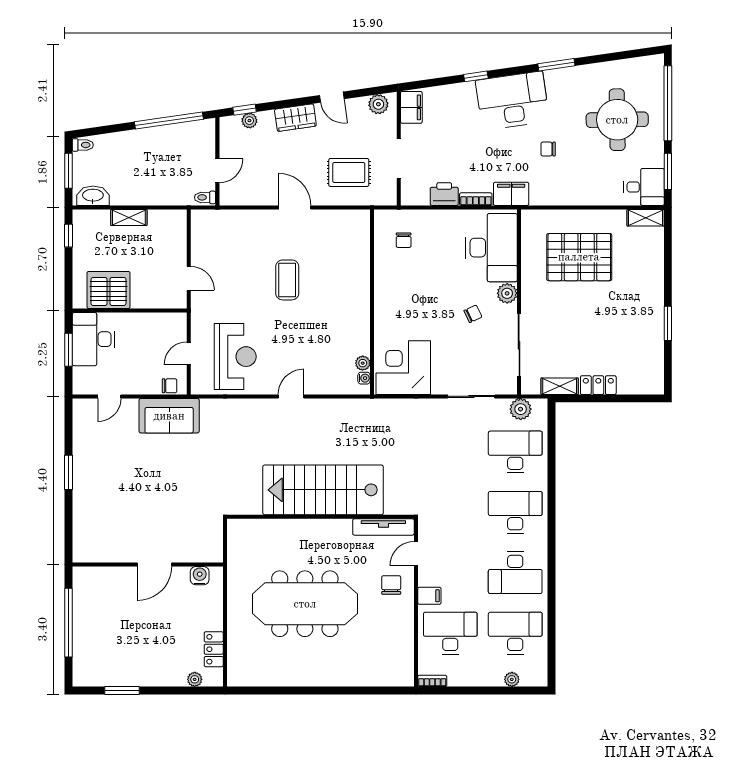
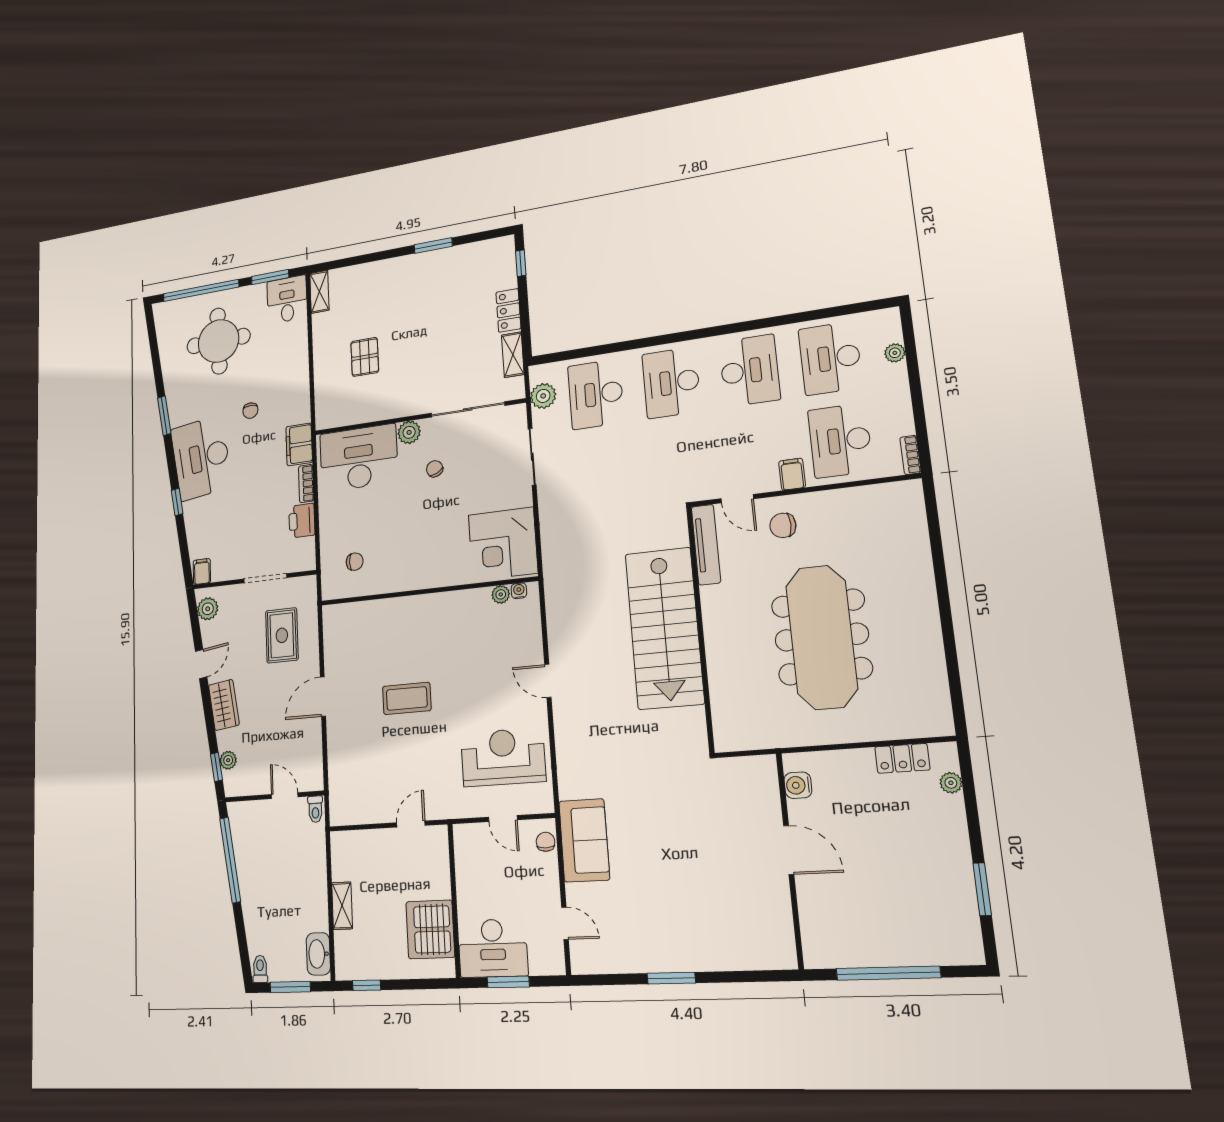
filing cabinet: (411, 107) -> (202, 571), width x0.50
pallet: (579, 257) -> (365, 357), width x0.49, depth x0.50
window: (637, 398) -> (521, 263), added

